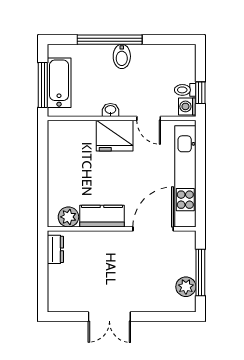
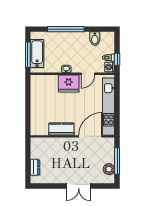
bidet: (122, 56) -> (95, 39), moved
door: (149, 118) -> (88, 74), hinge flipped
plant: (68, 217) -> (42, 130), removed
dresser: (55, 249) -> (35, 167), moved
double door: (109, 317) -> (79, 186), moved

